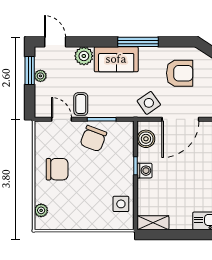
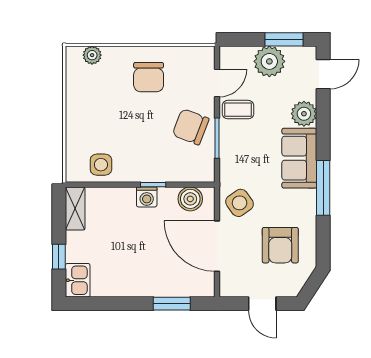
plant: (40, 76) -> (269, 61), width x1.88, depth x1.88
window: (188, 235) -> (59, 257), added

